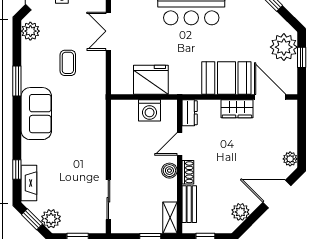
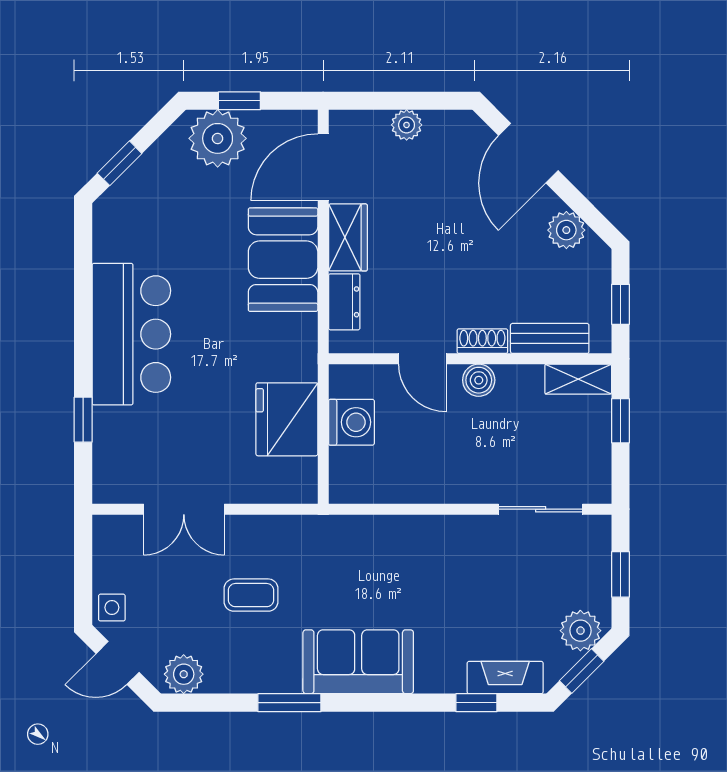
dresser: (190, 113) -> (344, 302), moved, turned 90
plant: (290, 159) -> (407, 125), moved

